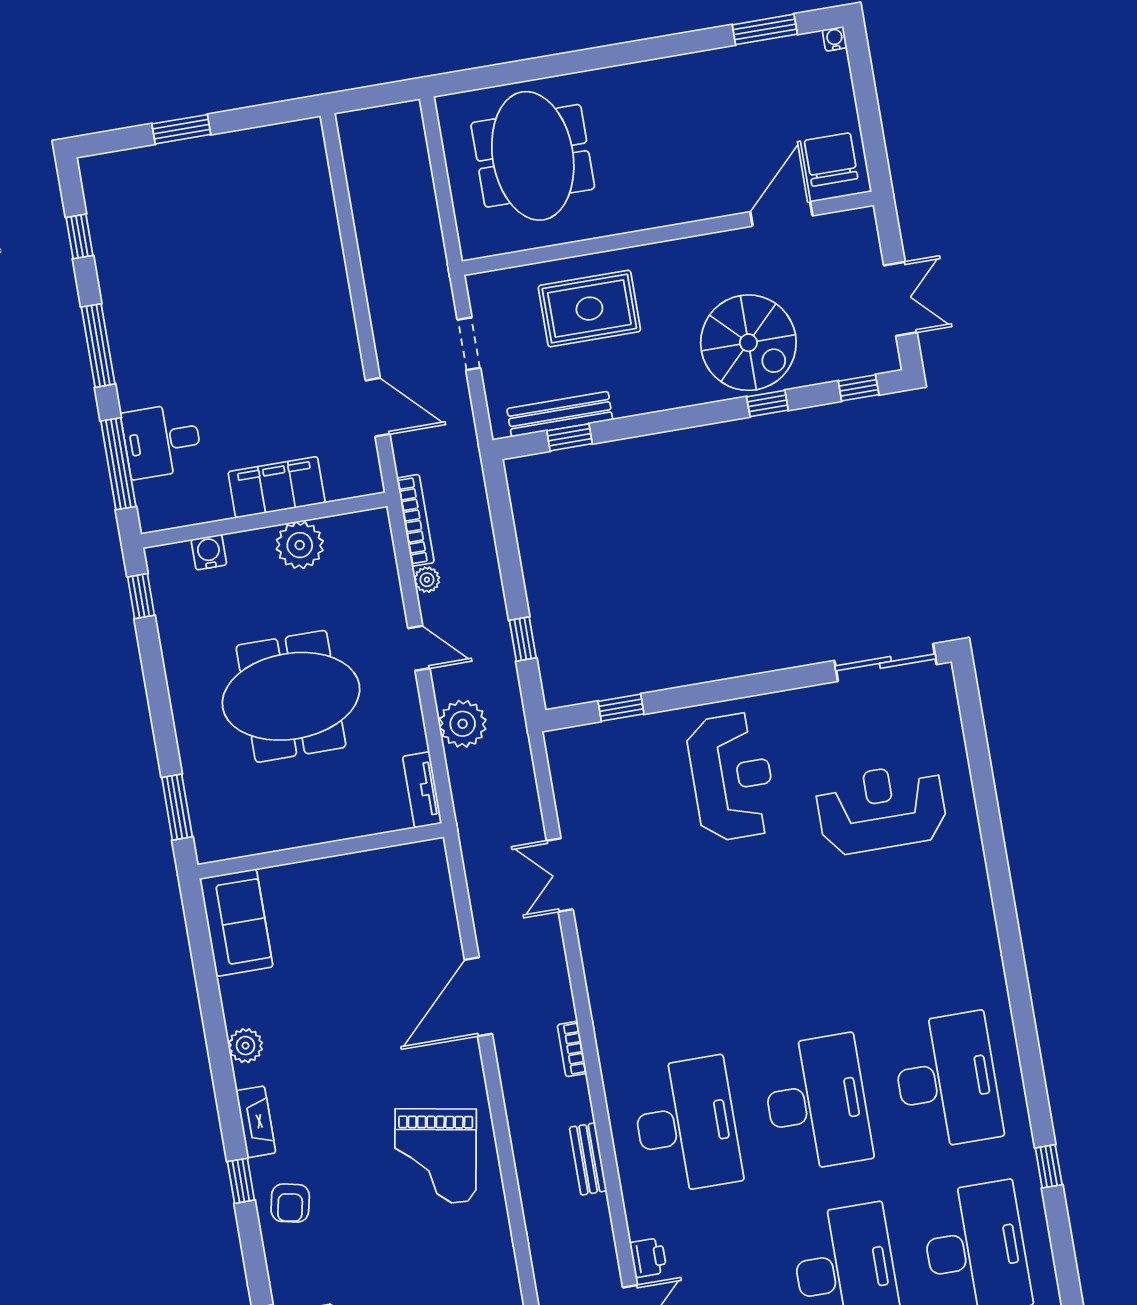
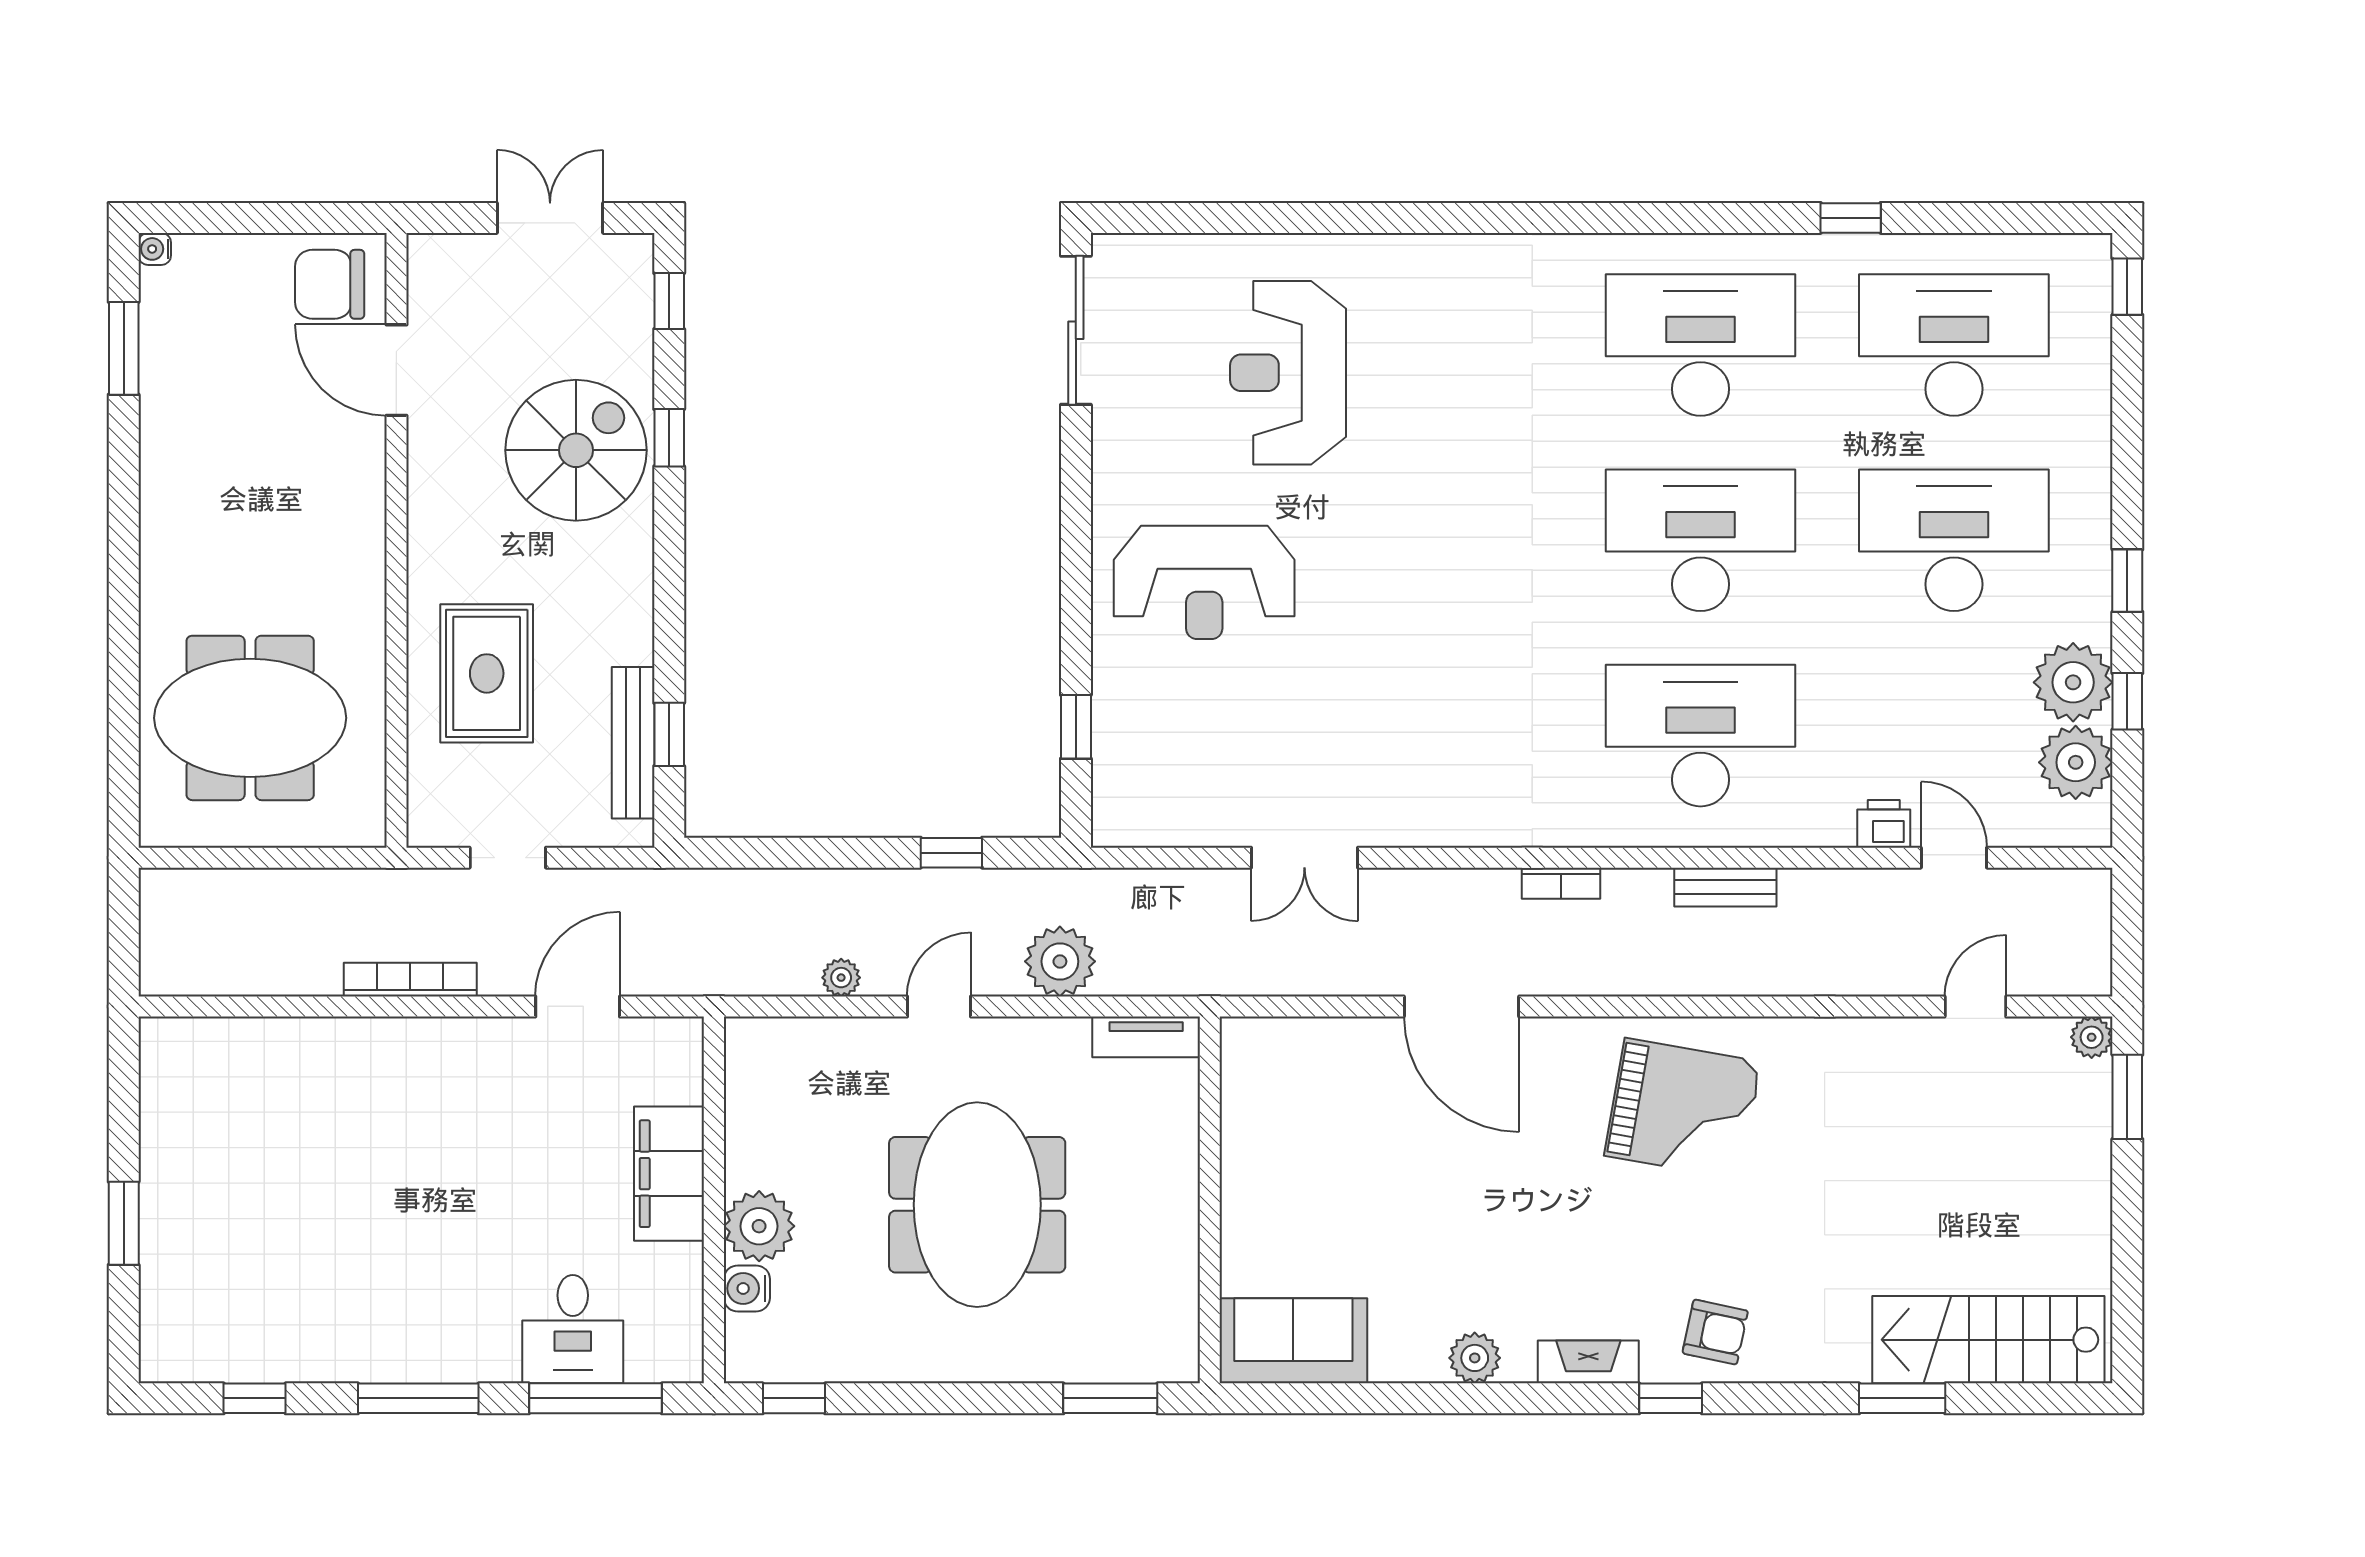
bookcase: (415, 520) -> (410, 980), moved
plant: (300, 545) -> (759, 1226), moved
reception desk: (732, 777) -> (1204, 582), turned 180

